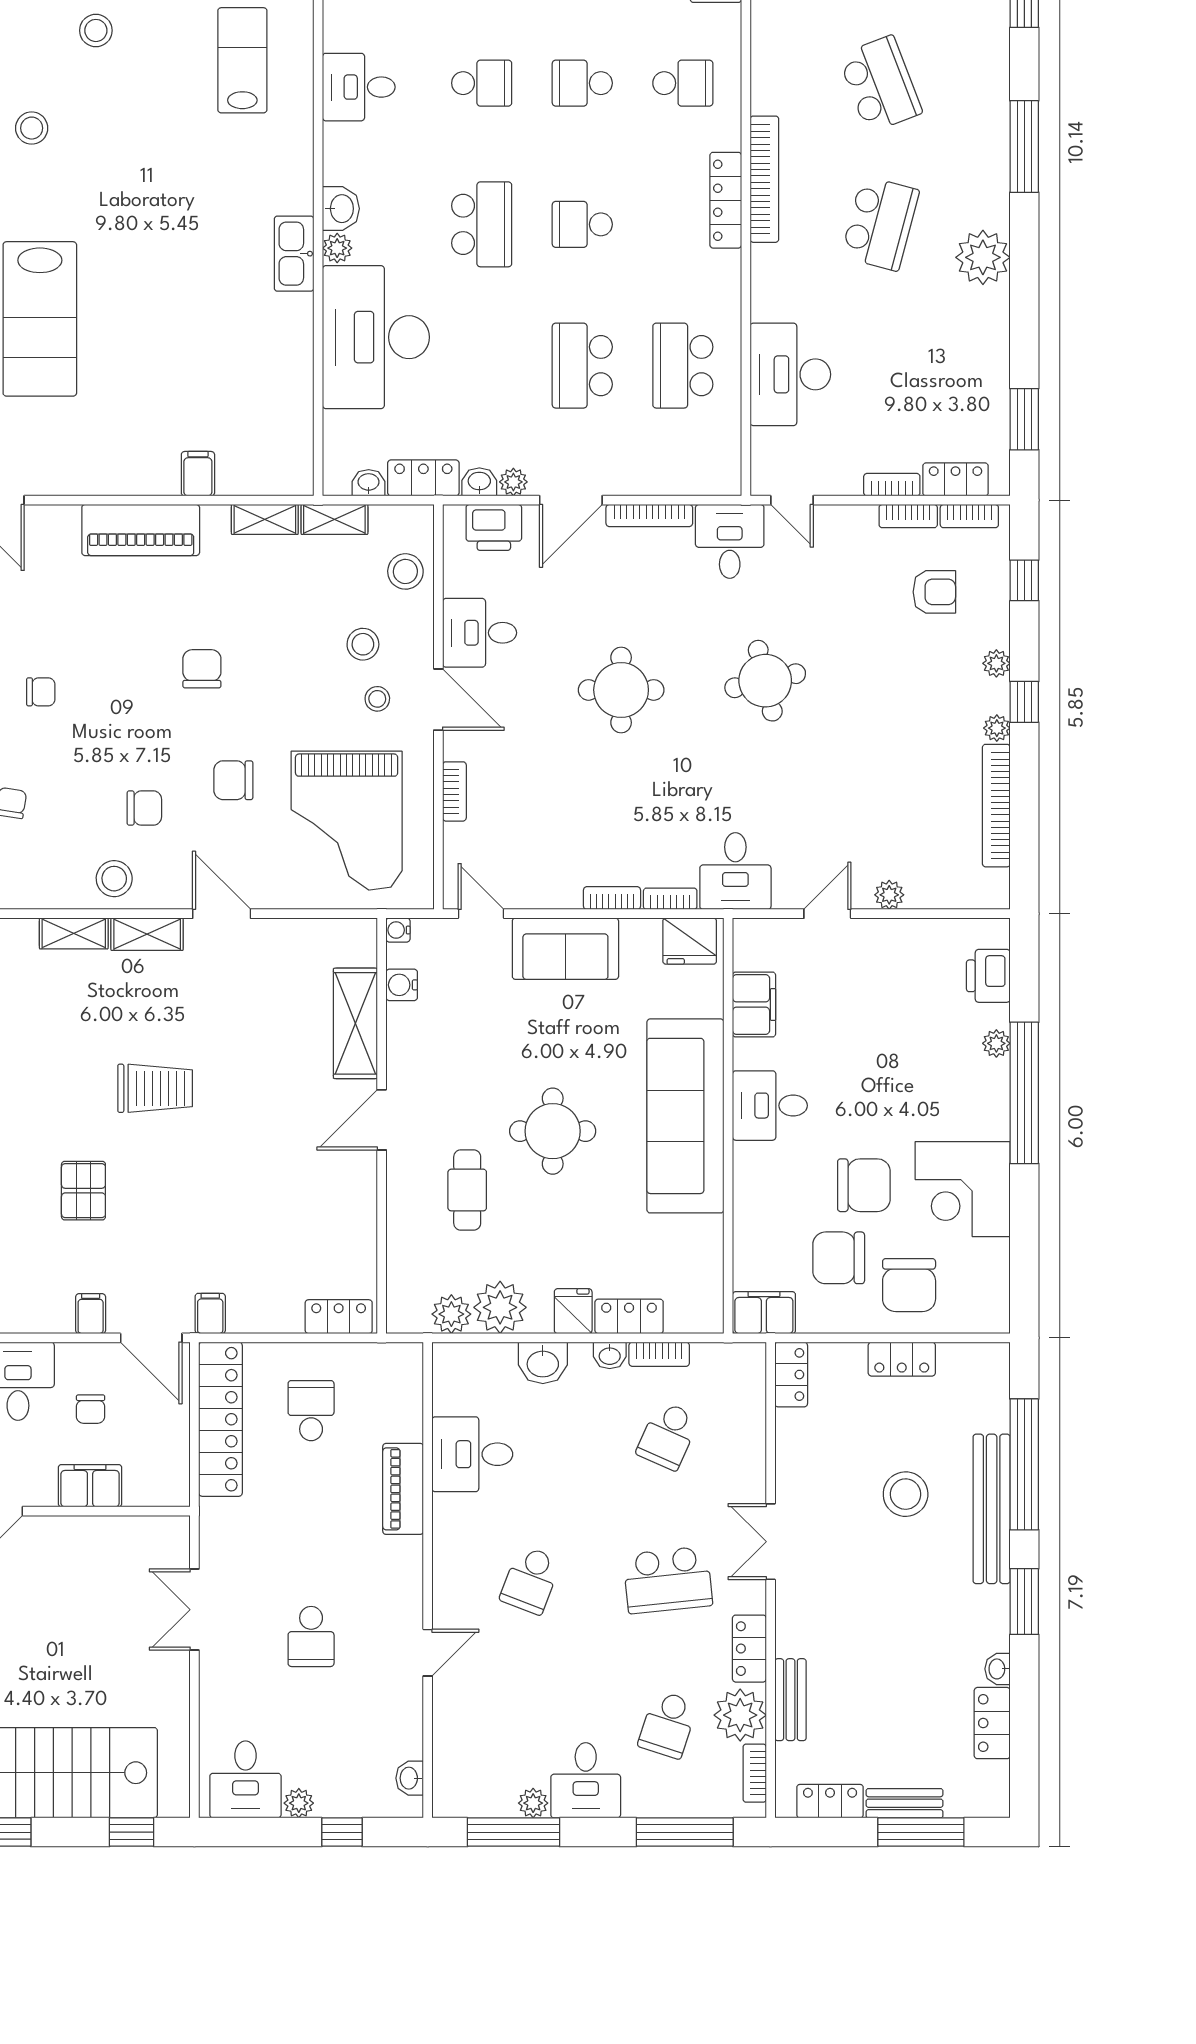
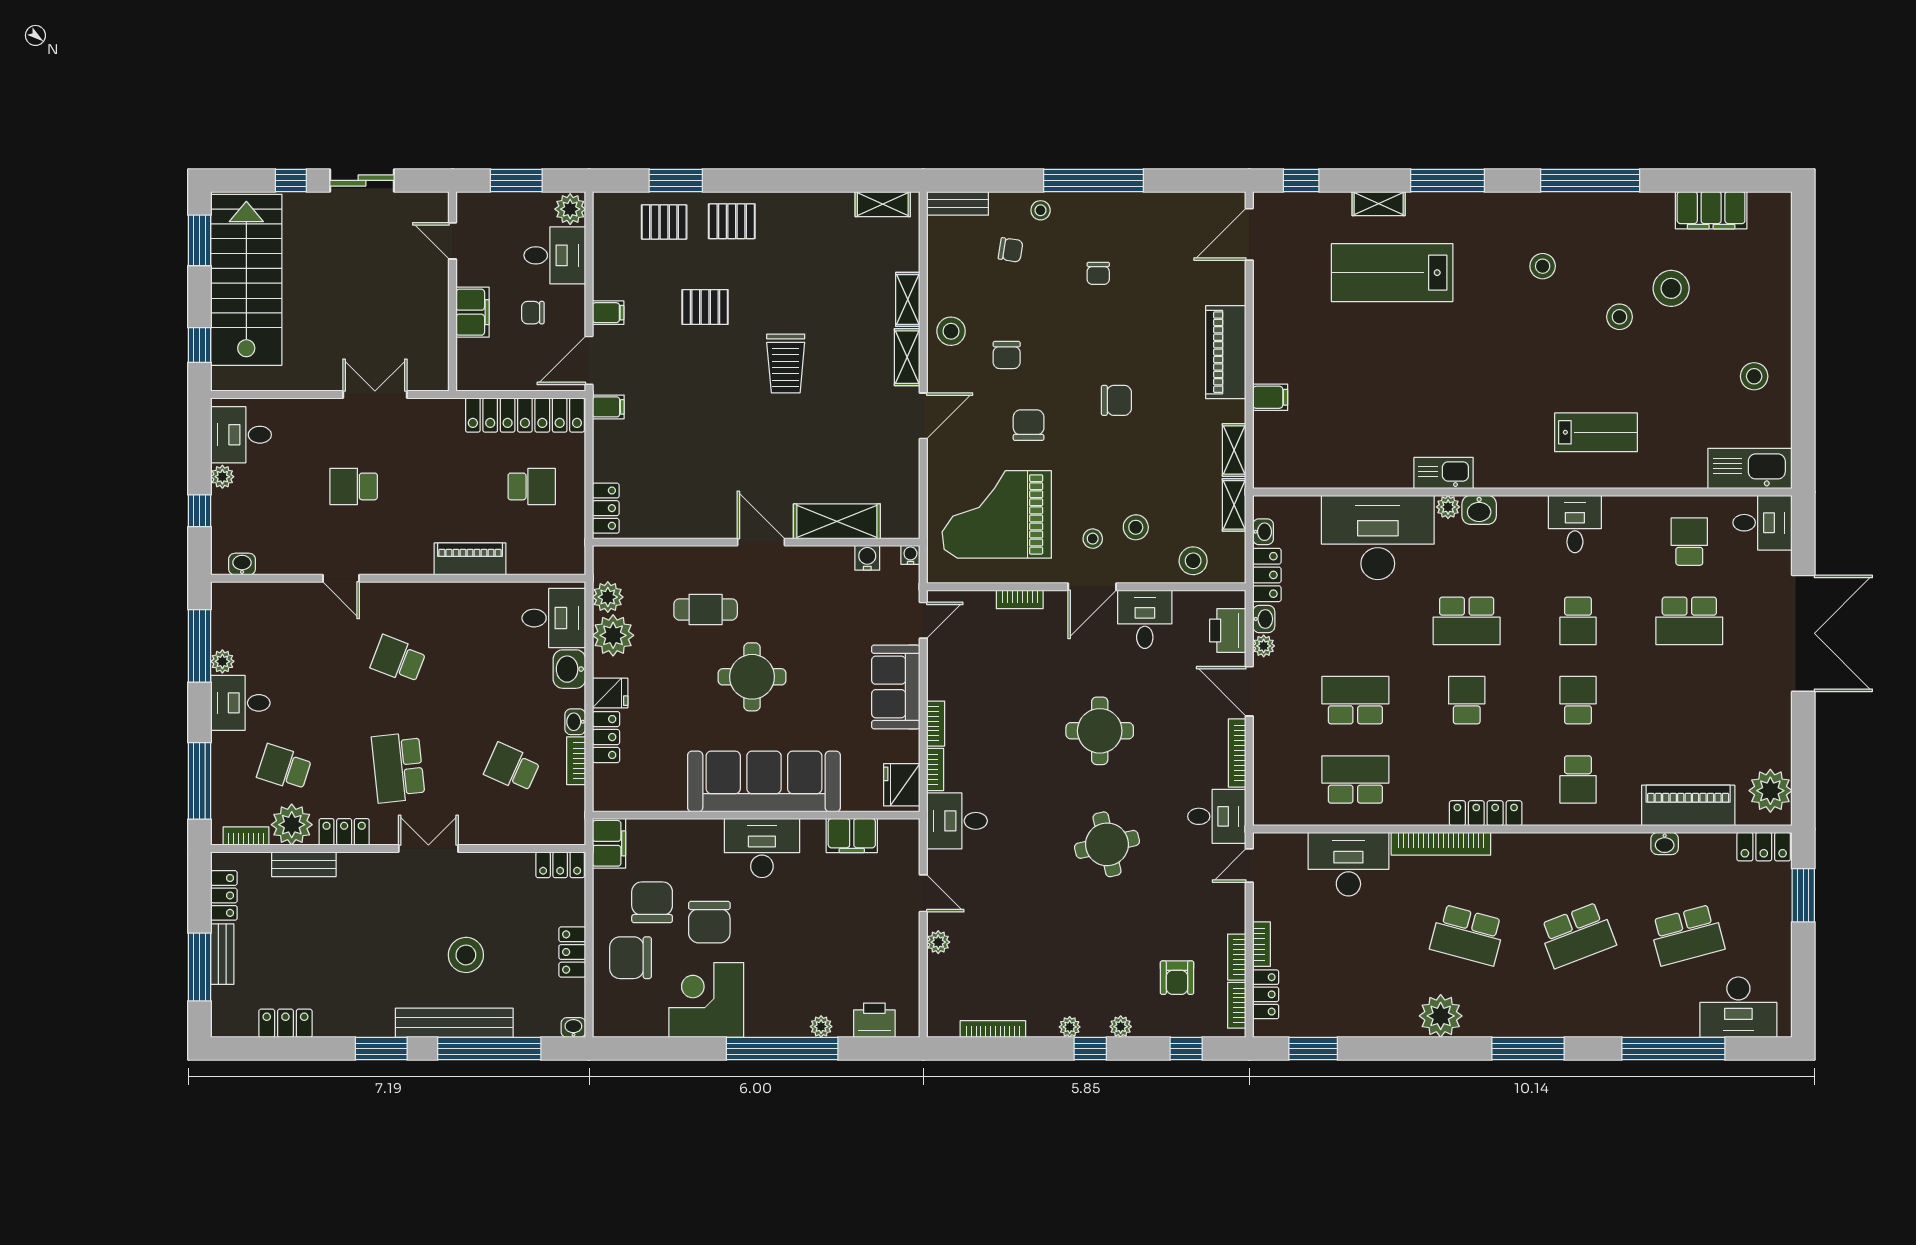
bookcase: (764, 179) -> (1441, 844), moved
bookcase: (996, 806) -> (993, 1029), width x0.68, depth x0.76
desk: (770, 1106) -> (762, 848), width x1.37
desk: (472, 1454) -> (554, 618), moved, turned 90
washbasin: (998, 1669) -> (573, 1028), moved

